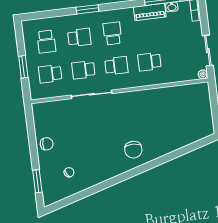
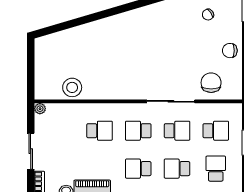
school desk: (112, 33) -> (138, 169), turned 90
sliding door: (208, 50) -> (31, 151), moved
stool: (177, 96) -> (72, 87), added
chair: (133, 150) -> (211, 83), moved

